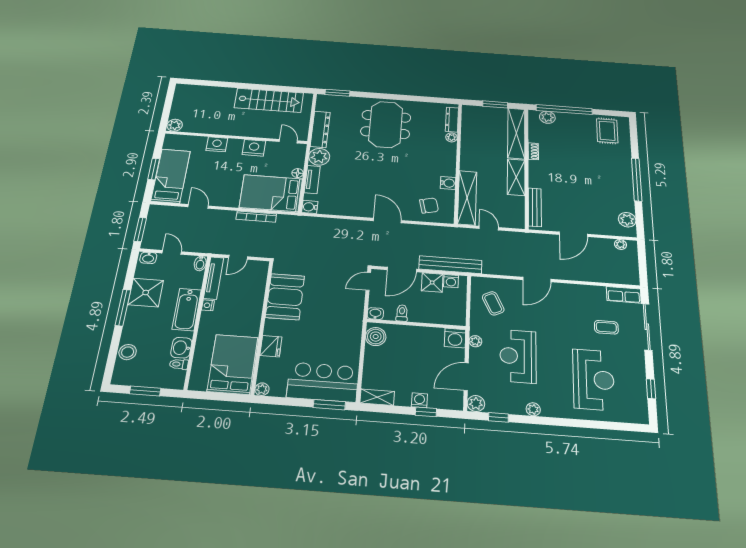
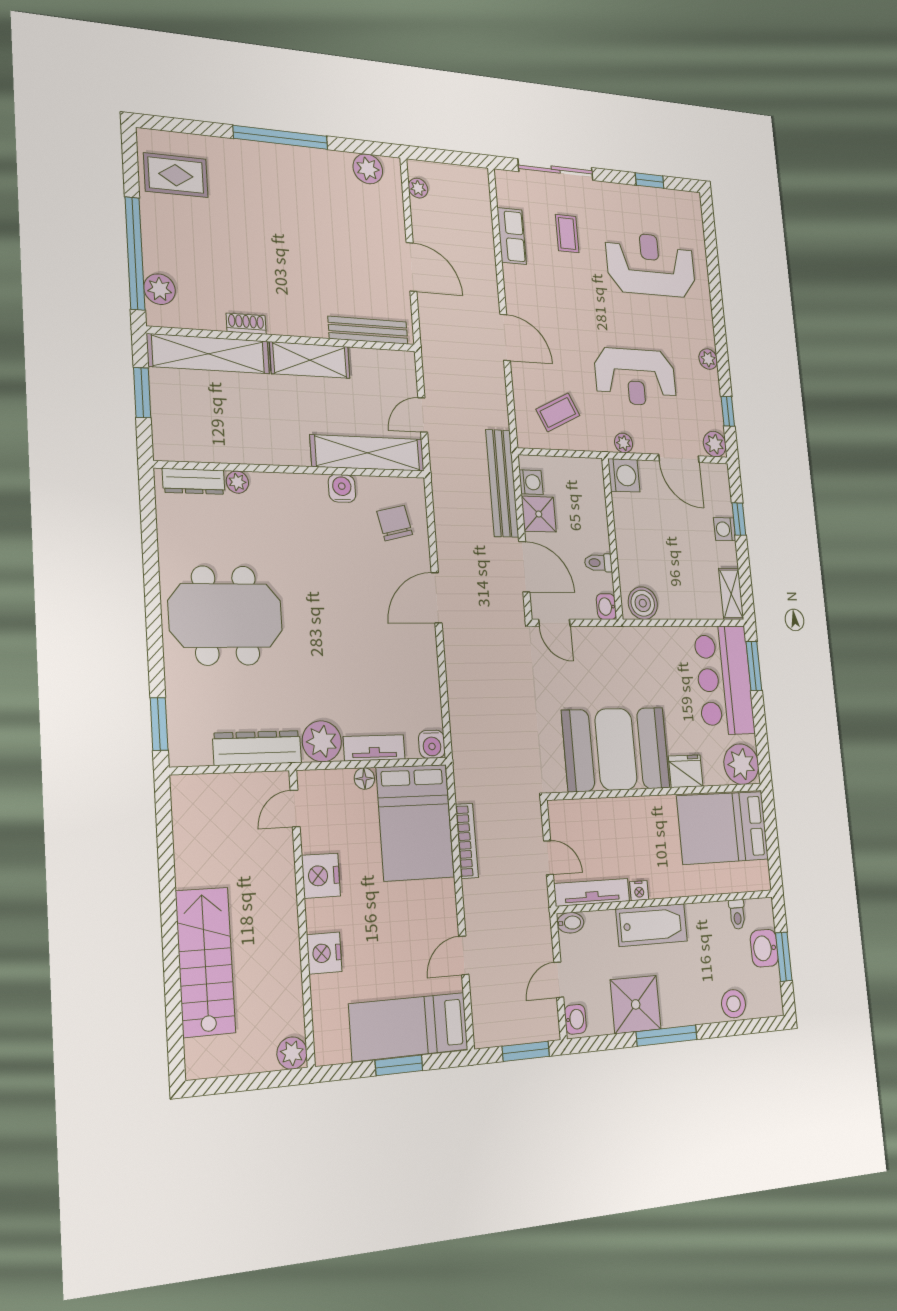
stairs: (269, 100) -> (205, 962), moved
row of seats: (624, 295) -> (512, 236), moved
booth: (285, 297) -> (616, 749), width x1.36, depth x1.42
washbasin: (181, 348) -> (764, 948), moved, turned 90
plant: (262, 389) -> (741, 764), width x1.87, depth x1.87

